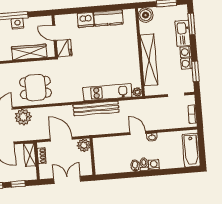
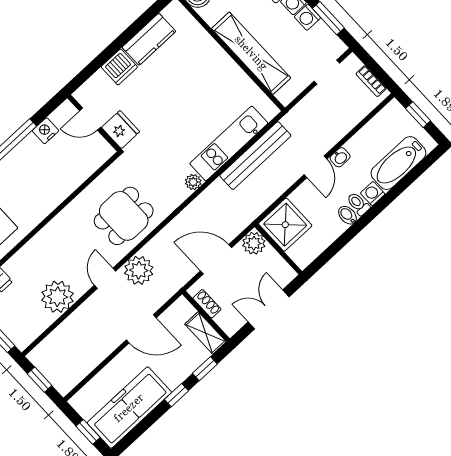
nightstand: (18, 23) -> (46, 131), moved
wardrobe: (29, 52) -> (76, 173), removed
plant: (137, 92) -> (193, 182), moved
bench: (96, 108) -> (255, 156), moved
door: (138, 133) -> (316, 167), swing flipped
window: (202, 146) -> (418, 115), added
shower: (104, 148) -> (285, 225), added
bathtub: (191, 150) -> (398, 163), moved, turned 90
shelving: (30, 155) -> (205, 333), moved

